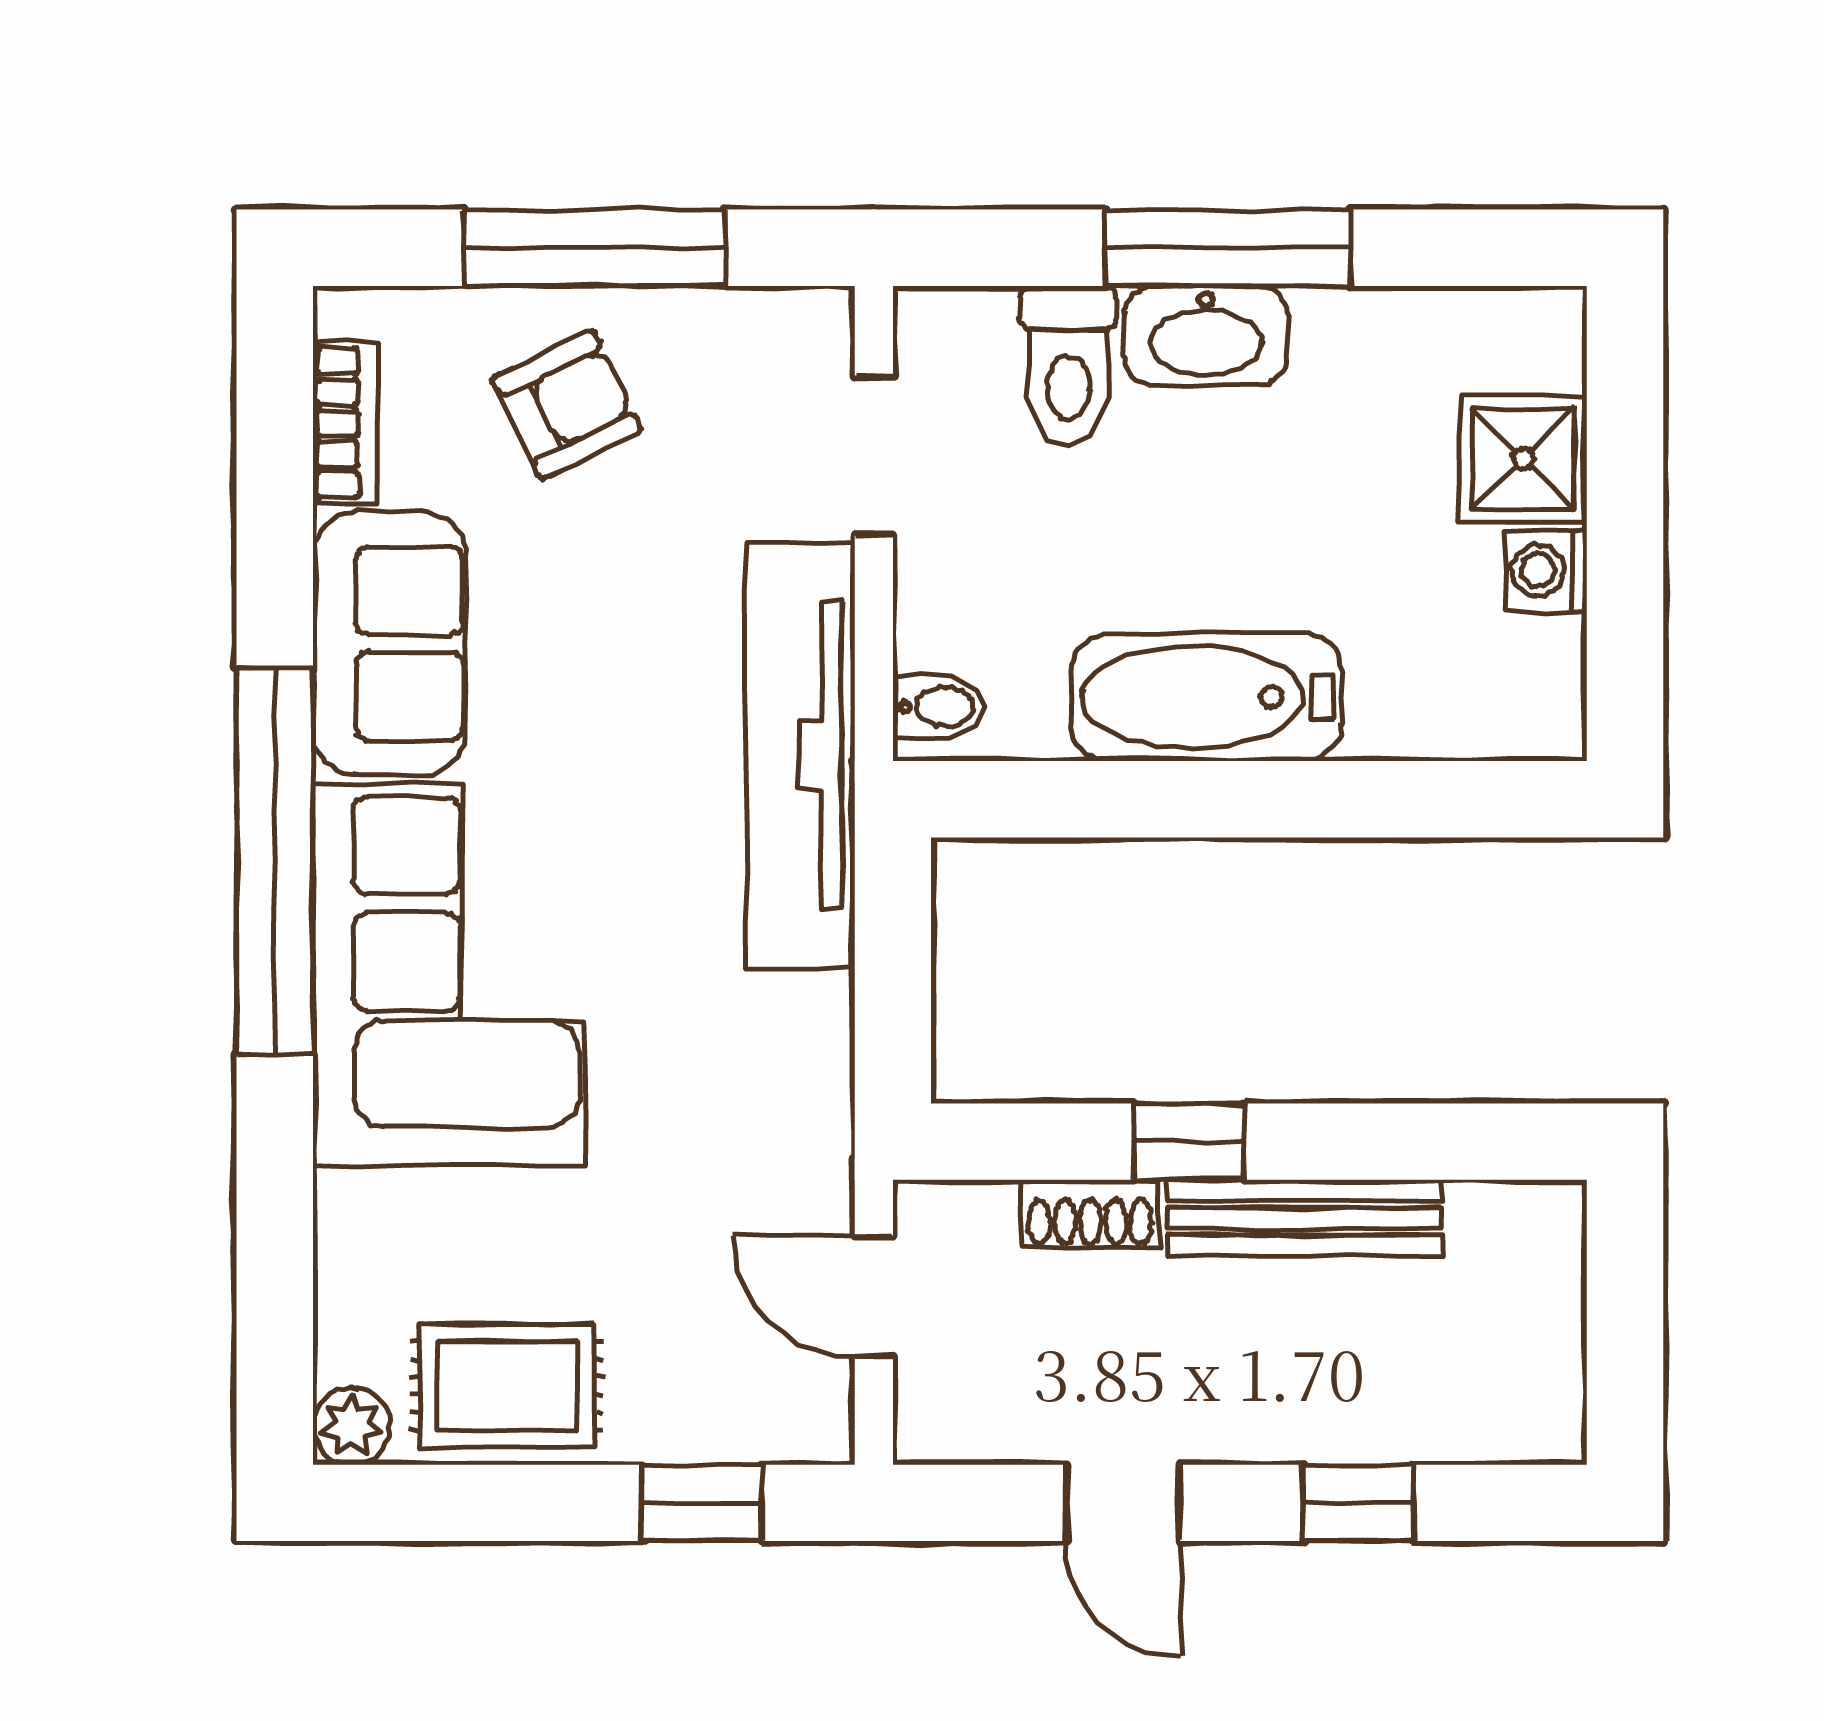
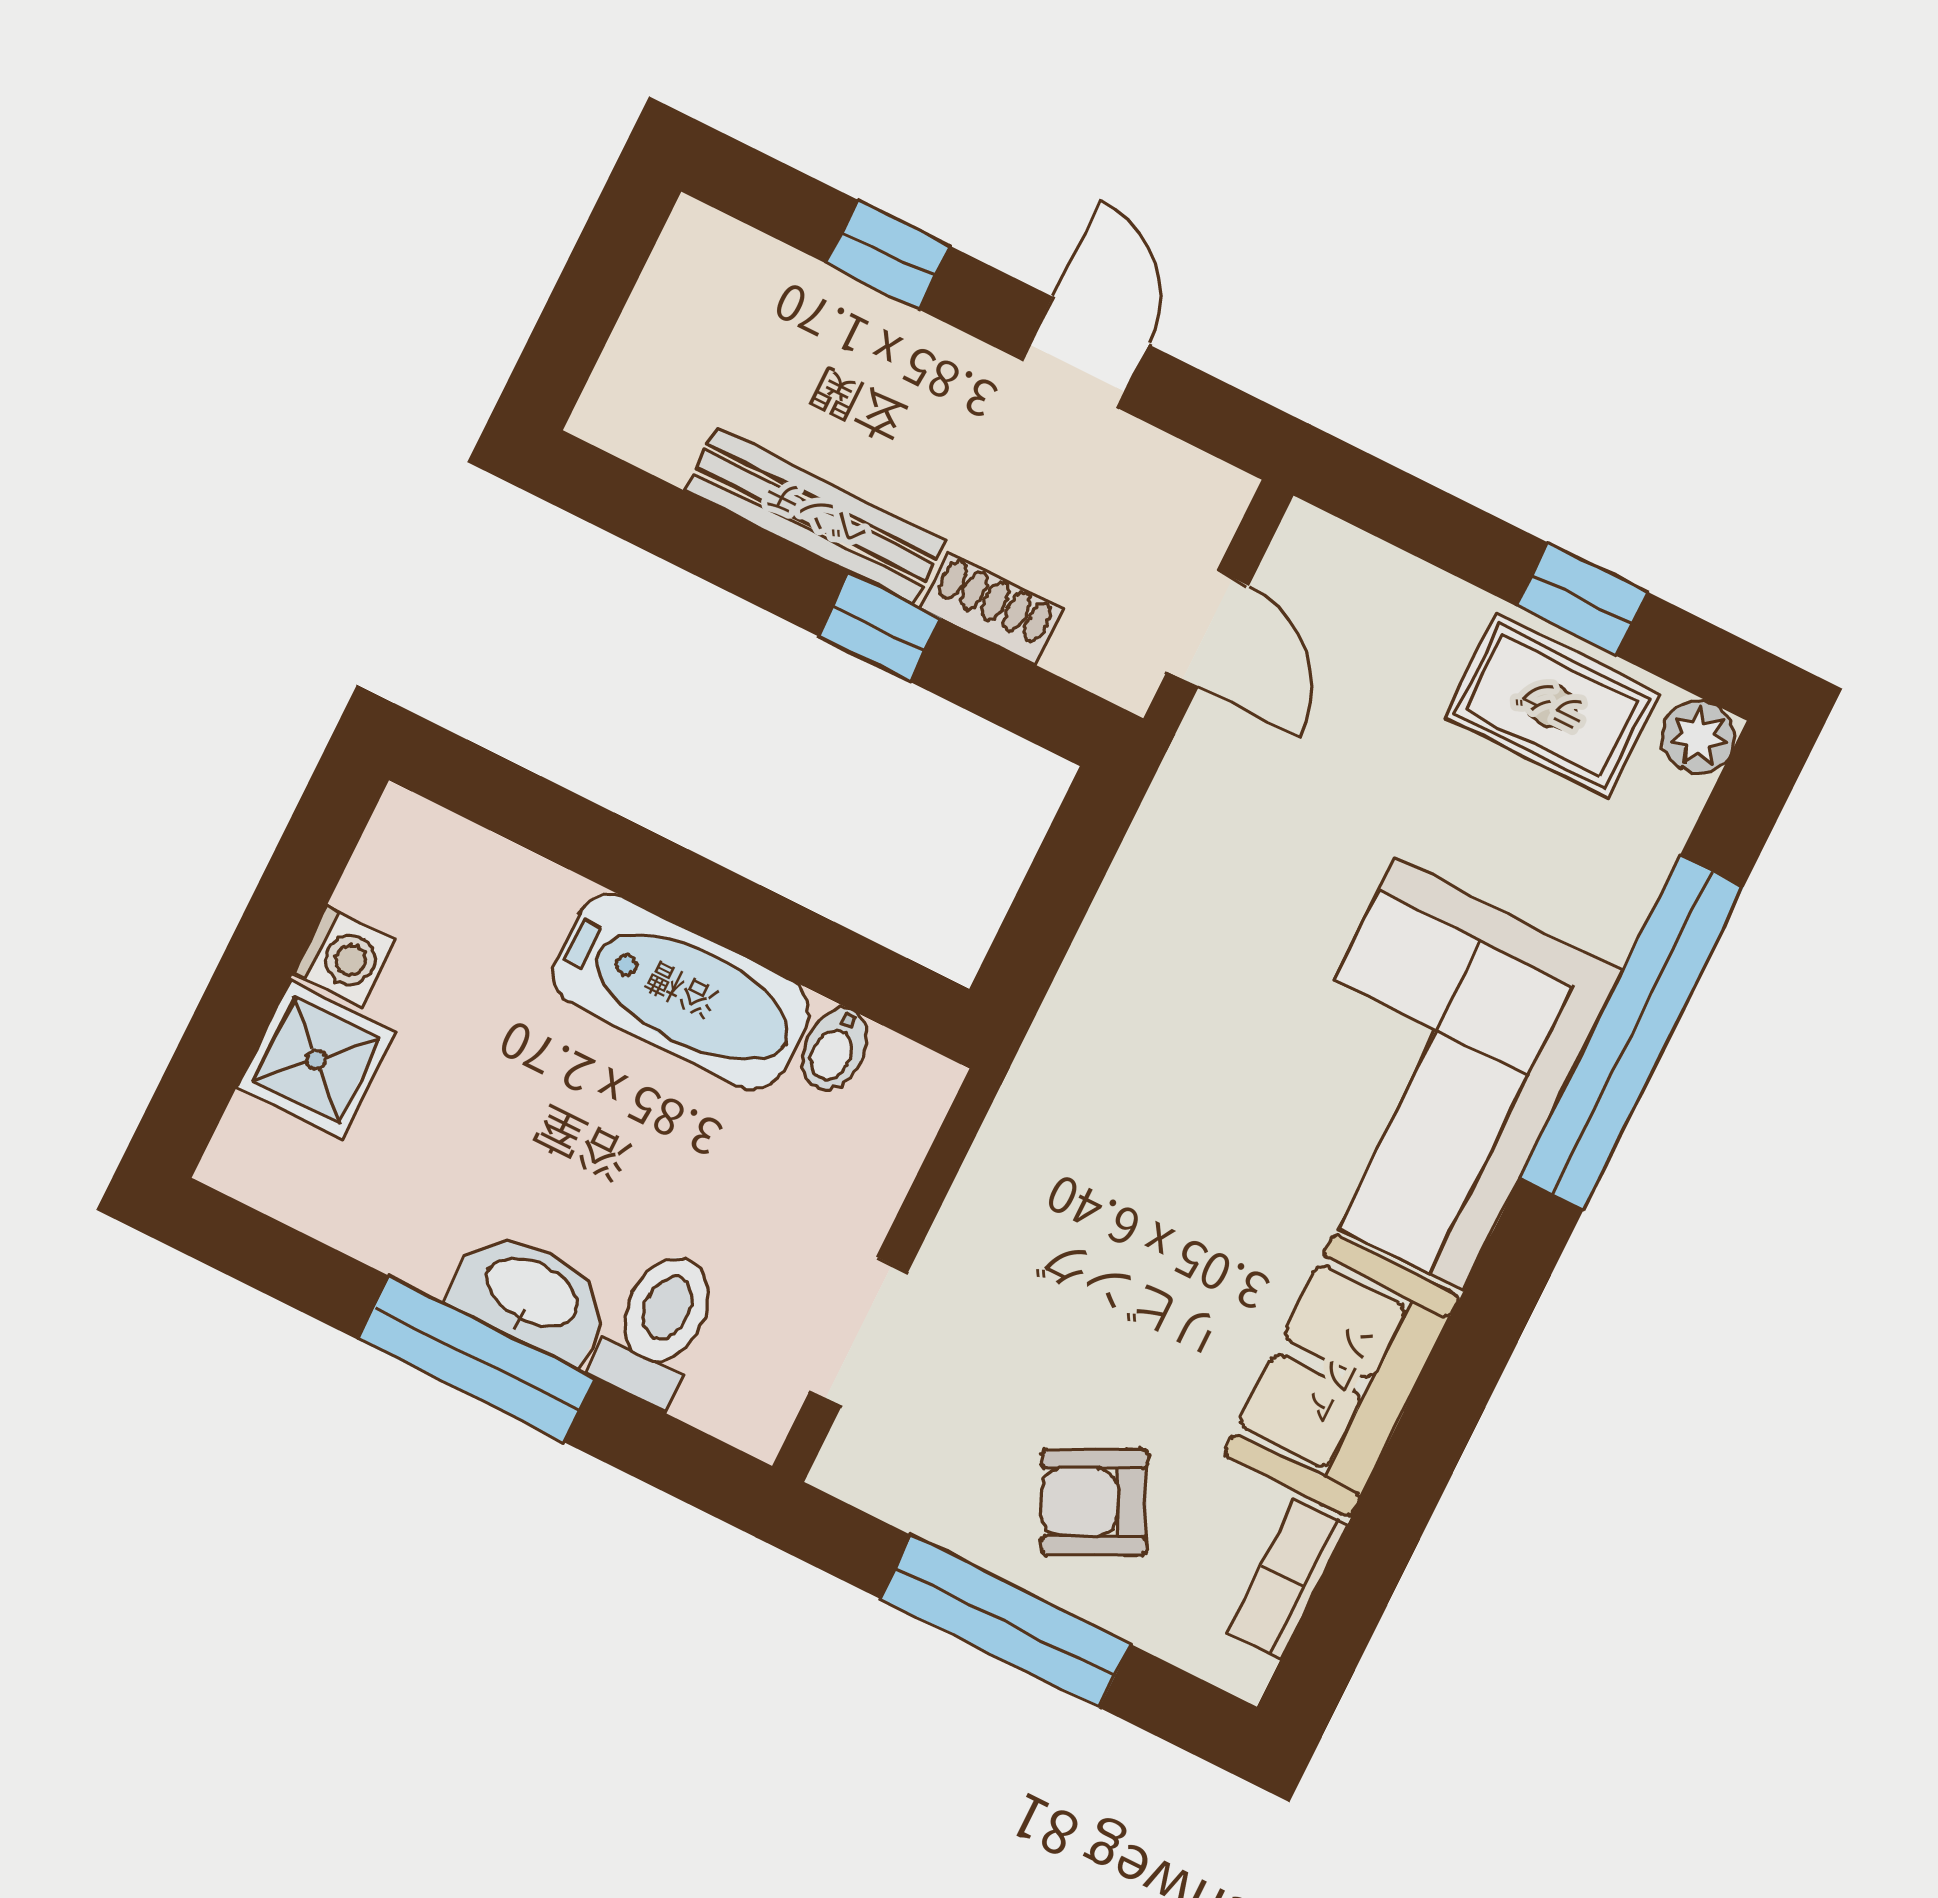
bidet: (939, 707) -> (834, 1049), moved, turned -90
tv unit: (800, 755) -> (1045, 1112), removed
window: (275, 861) -> (1632, 1033), moved
window: (702, 1503) -> (1582, 599), moved

